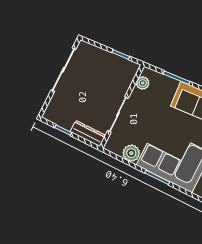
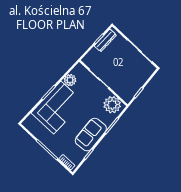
plant: (143, 83) -> (112, 105), width x1.87, depth x1.87
dresser: (88, 133) -> (105, 40), moved

